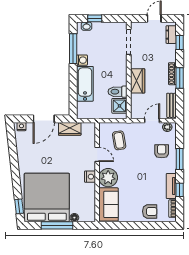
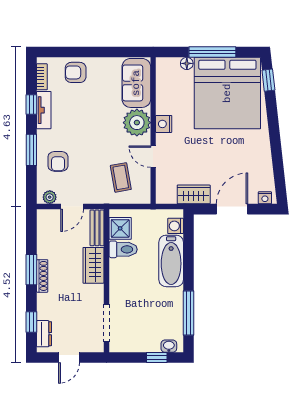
washing machine: (82, 60) -> (176, 226), moved
bench: (171, 105) -> (97, 228), moved

